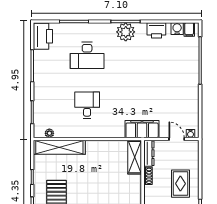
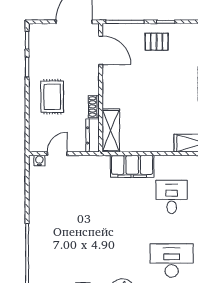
desk: (87, 105) -> (172, 197), turned 180
filing cabinet: (142, 129) -> (132, 166), moved
door: (177, 139) -> (57, 154), swing flipped

